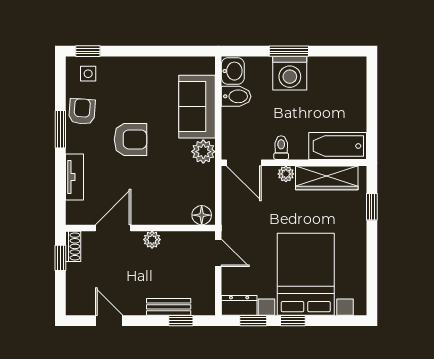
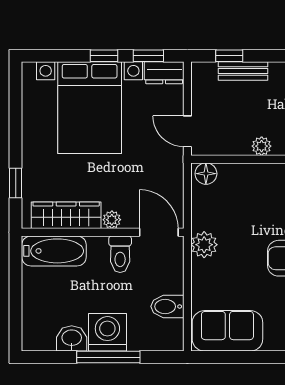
window: (289, 51) -> (108, 357), width x1.44
washbasin: (233, 71) -> (72, 338), moved, turned 90
sofa: (197, 107) -> (227, 331), moved, turned -90
toilet: (281, 148) -> (120, 254), width x1.37, depth x1.39

